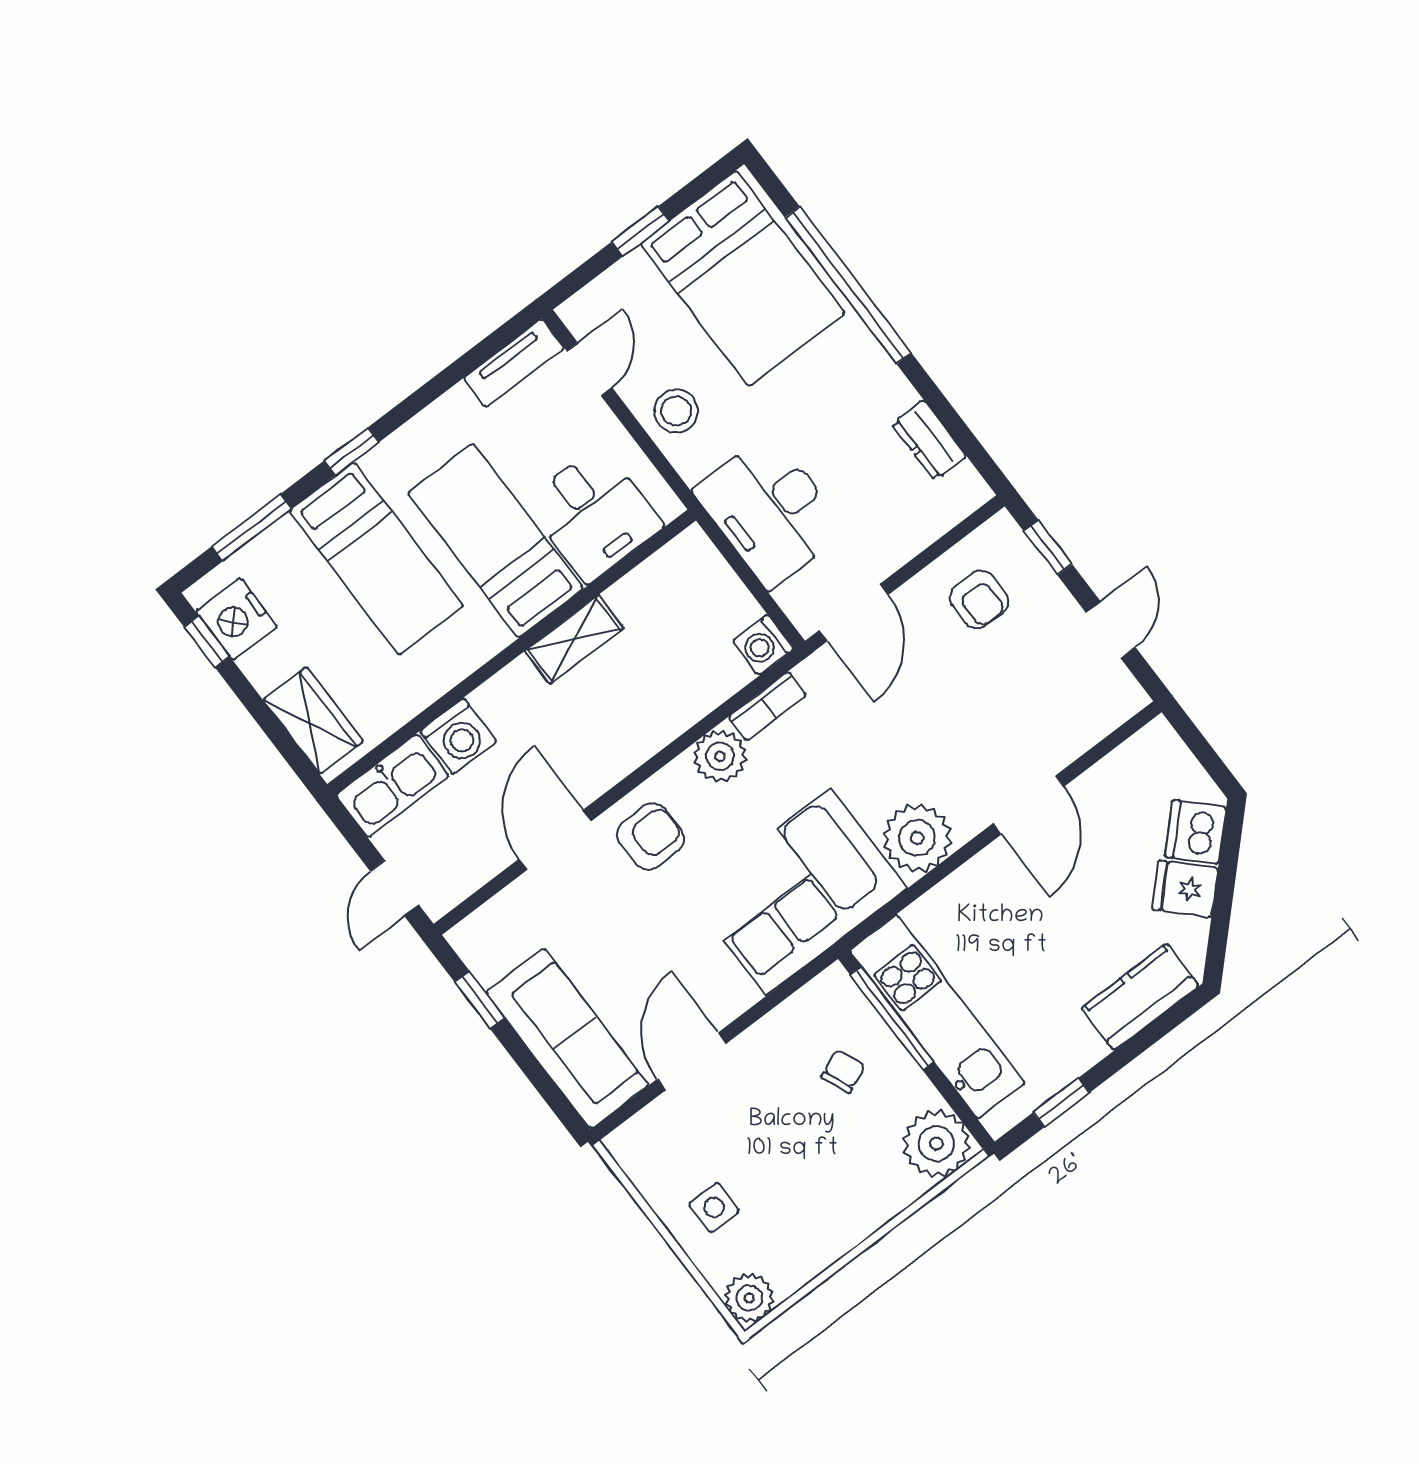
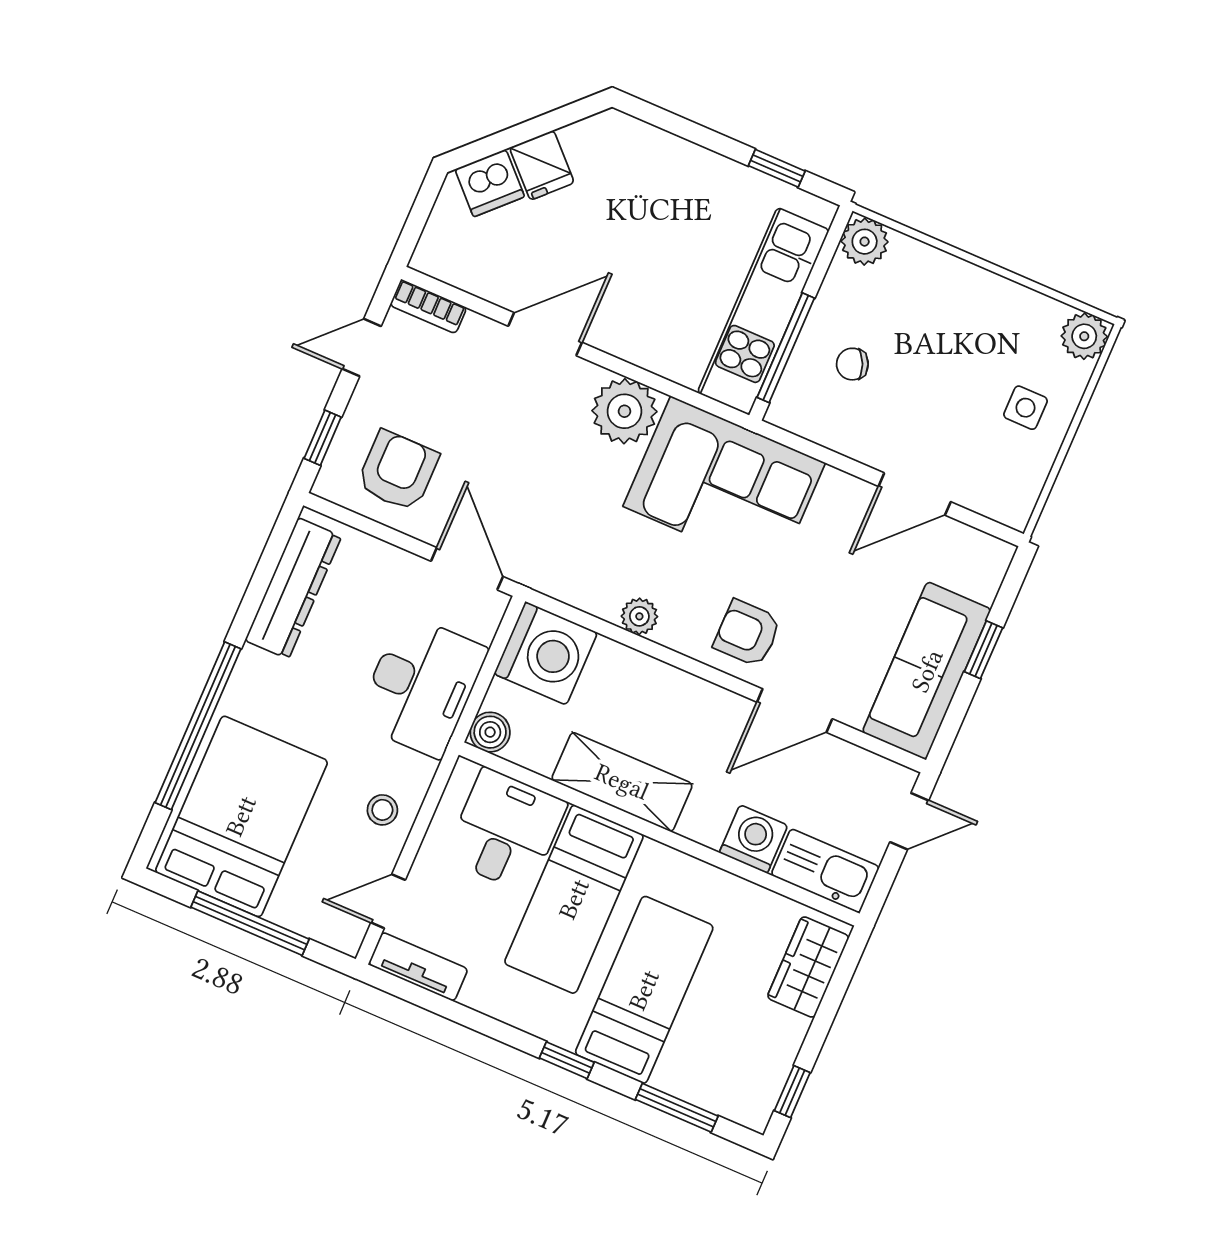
window: (640, 231) -> (250, 923), width x2.17
stool: (676, 411) -> (382, 810), width x0.73, depth x0.73
dresser: (929, 440) -> (293, 588), width x1.96, depth x1.24
boiler: (692, 550) -> (490, 732), added
armchair: (979, 599) -> (398, 471), width x1.38, depth x1.38
door: (854, 613) -> (467, 569), hinge flipped
nightstand: (237, 619) -> (760, 1078), removed
shelving: (574, 639) -> (622, 782), width x1.50, depth x1.33
washing machine: (763, 645) -> (546, 653), width x1.89, depth x1.89
bookcase: (767, 706) -> (428, 306), moved, turned 180
plant: (720, 756) -> (639, 616), width x0.73, depth x0.73
kitchen counter: (1140, 997) -> (652, 152), removed
window: (480, 1000) -> (983, 650), moved
sofa: (567, 1039) -> (927, 671), moved
plant: (936, 1144) -> (865, 242), width x0.73, depth x0.73

